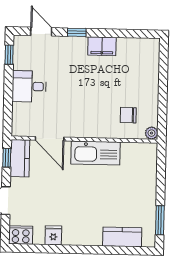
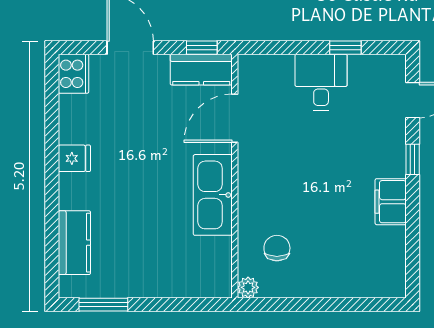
window: (9, 55) -> (345, 48), moved
fridge: (53, 235) -> (74, 158), moved

